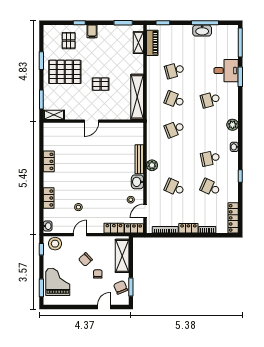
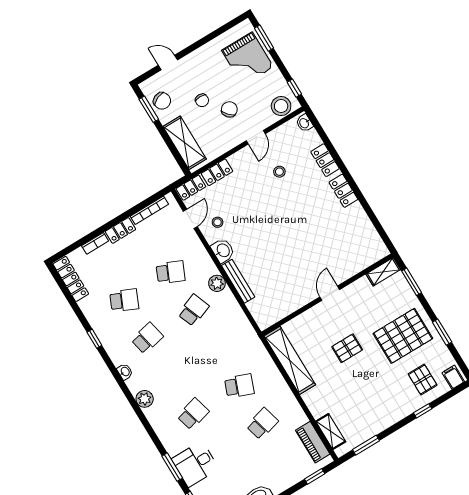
filing cabinet: (92, 31) -> (453, 377), moved
school desk: (174, 129) -> (193, 310), moved
locker: (49, 161) -> (343, 191), moved
door: (104, 307) -> (168, 63), swing flipped

